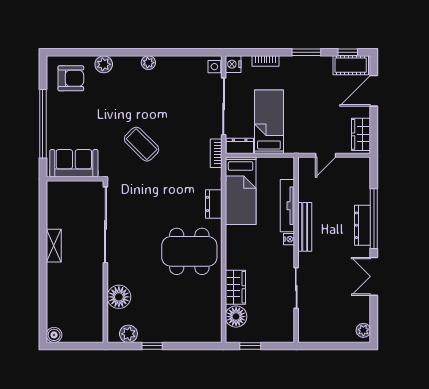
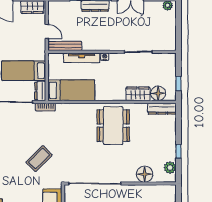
dresser: (214, 204) -> (162, 109), moved, width x1.44
bench: (305, 227) -> (65, 46), moved

